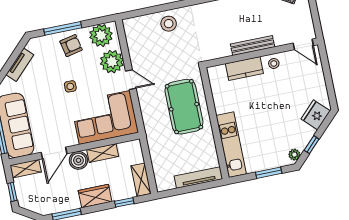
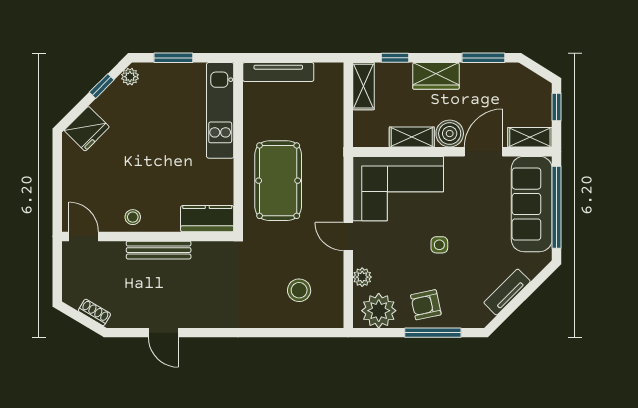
stool: (169, 24) -> (299, 290), moved
plant: (112, 62) -> (362, 277), width x0.53, depth x0.53
kitchen counter: (244, 68) -> (207, 219), moved

